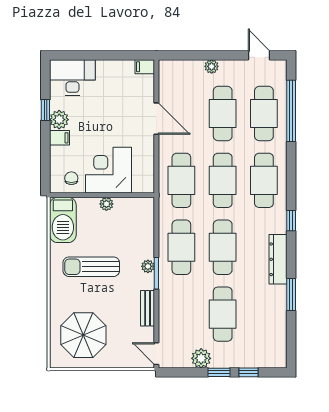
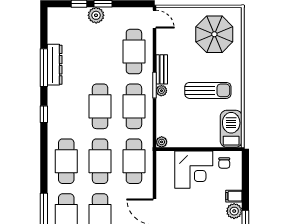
plant: (106, 204) -> (162, 142), moved
window: (291, 221) -> (44, 114), moved
dresser: (278, 259) -> (55, 65), moved
window: (291, 295) -> (44, 68), width x1.44
bench: (148, 308) -> (162, 69), moved
cafe table: (223, 314) -> (134, 52), moved
plant: (201, 358) -> (96, 15), moved

